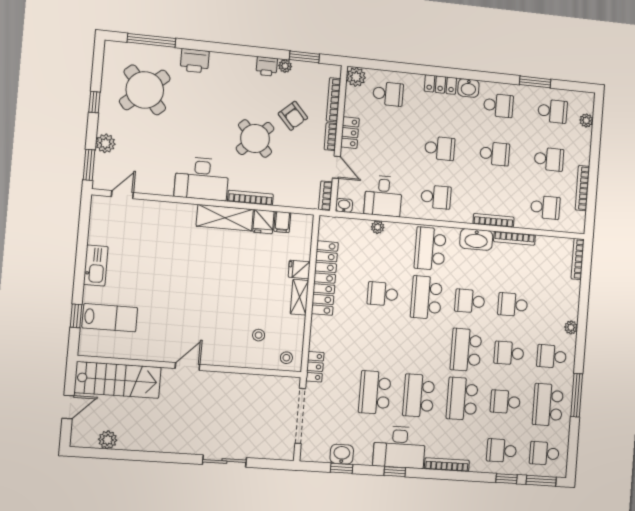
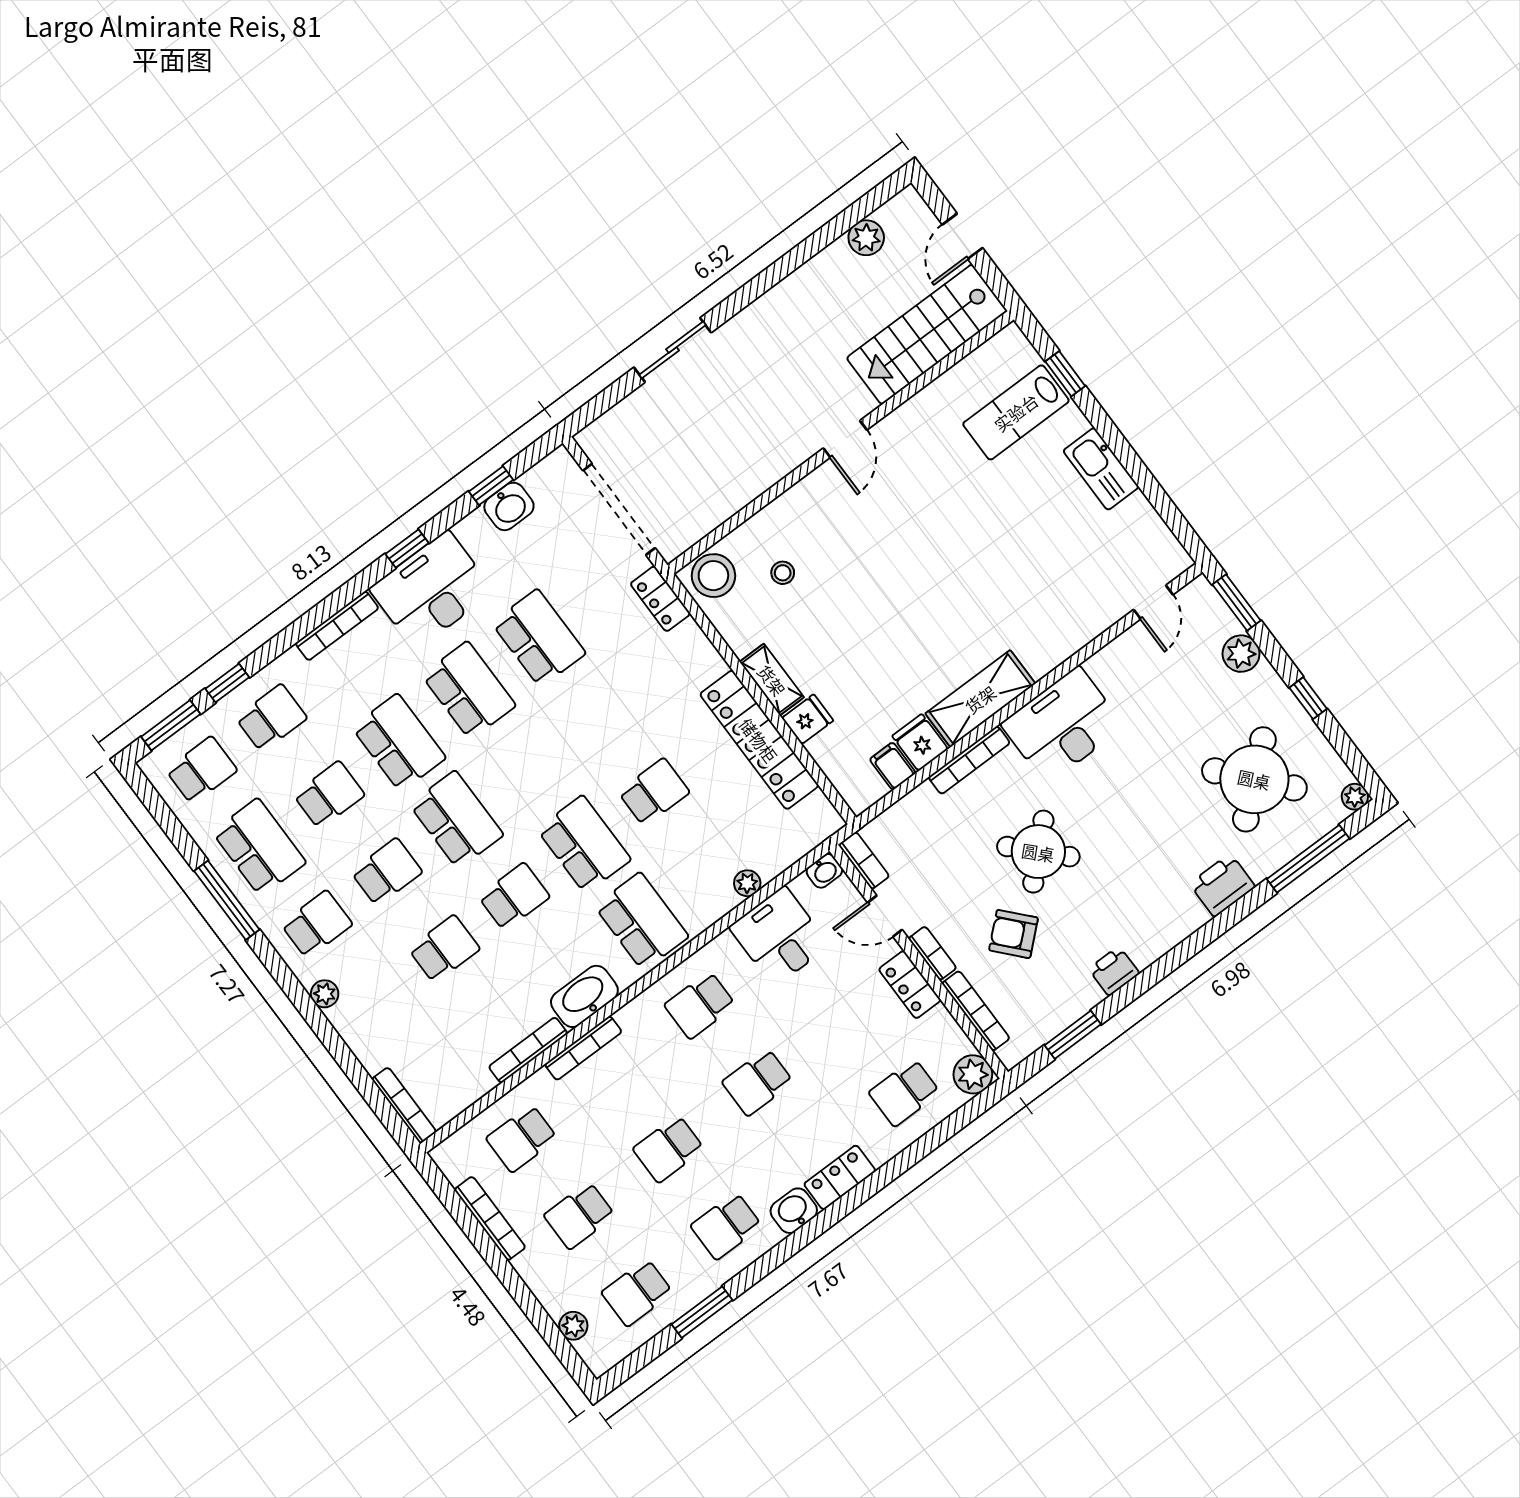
plant: (285, 66) -> (1355, 797), moved
stool: (286, 358) -> (713, 576), width x1.89, depth x1.89

